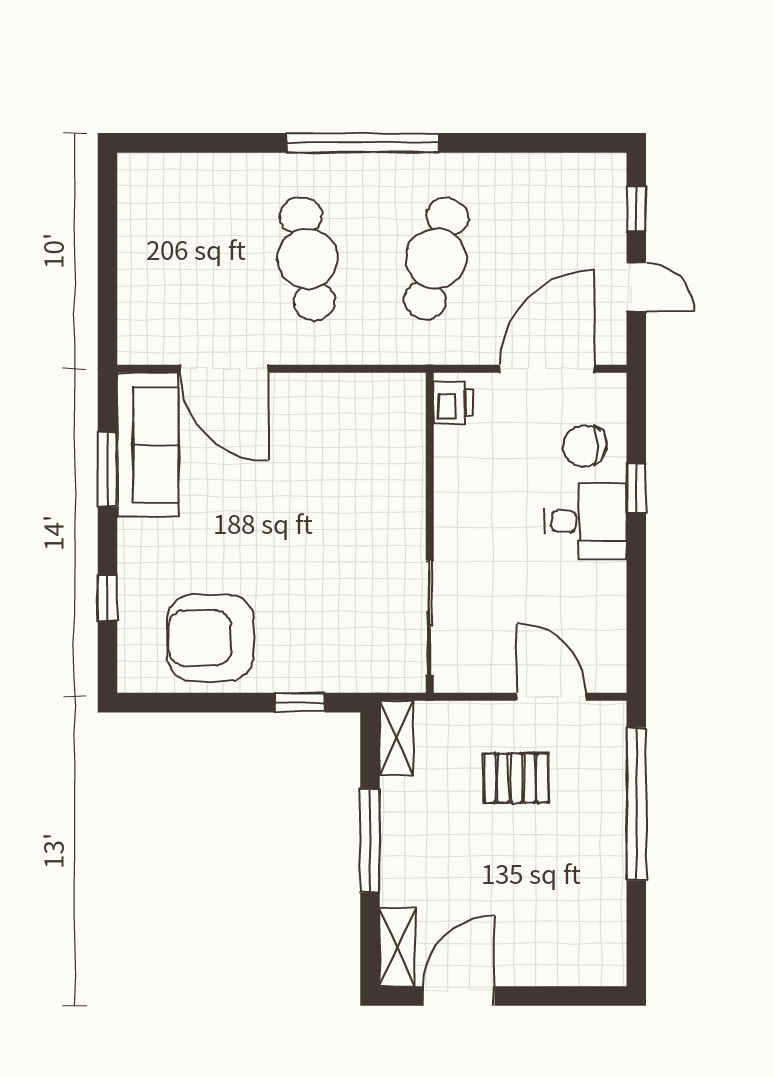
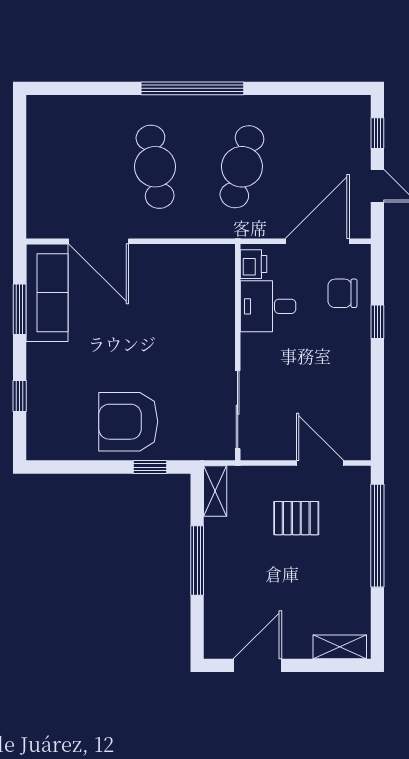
desk: (586, 521) -> (268, 306), moved, turned 180
armchair: (210, 638) -> (128, 422), moved
shelving: (397, 947) -> (340, 647), moved, turned 90

